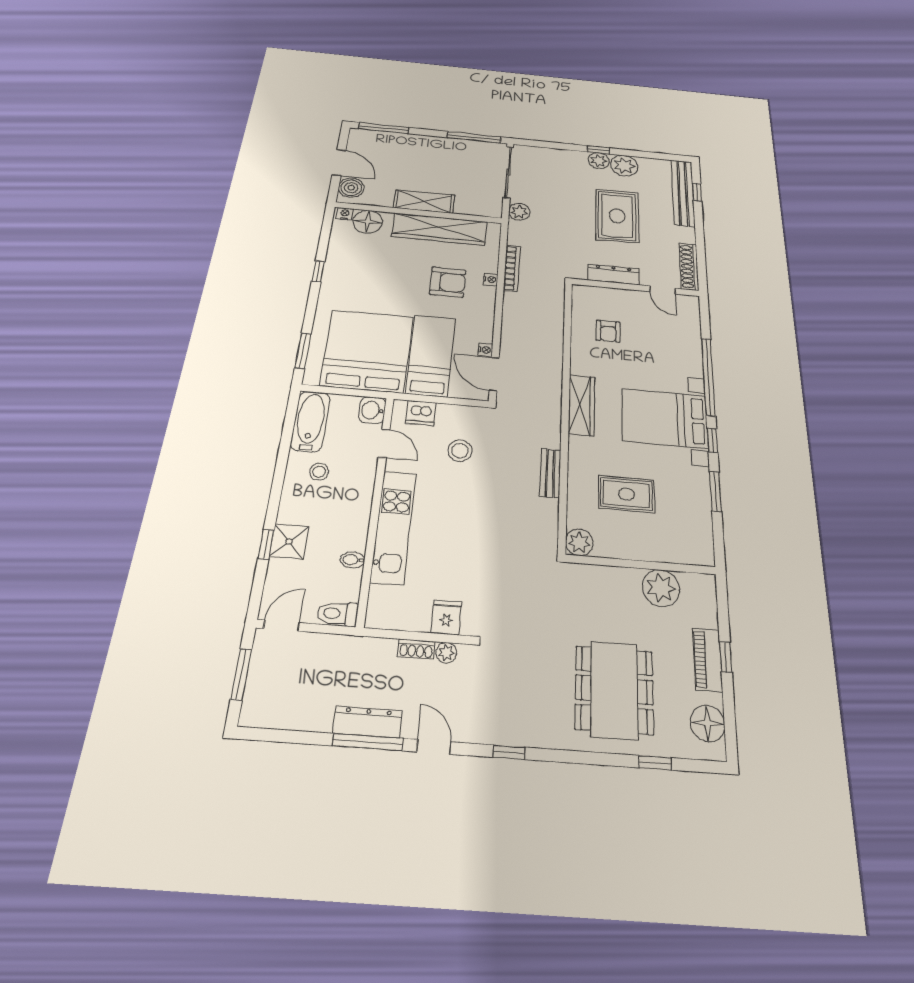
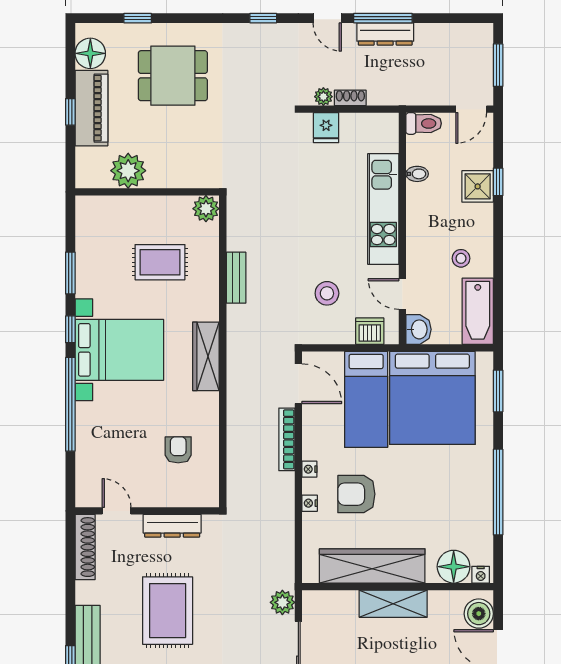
bookcase: (512, 268) -> (287, 439), moved
window: (318, 271) -> (498, 492), width x3.17
nightstand: (485, 350) -> (309, 469), moved
piano: (707, 660) -> (91, 108), width x1.37, depth x1.33
dining table: (614, 690) -> (173, 76), width x0.73

